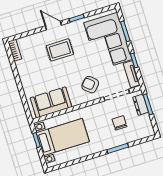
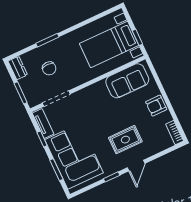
door: (53, 25) -> (136, 165), hinge flipped
armchair: (90, 85) -> (156, 106), moved, turned 138
dresser: (141, 105) -> (18, 68), moved

